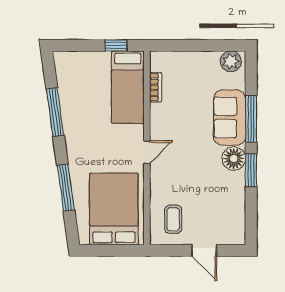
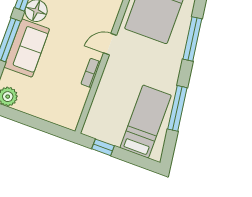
bed: (128, 87) -> (146, 122), moved
bookcase: (156, 87) -> (91, 73), moved

